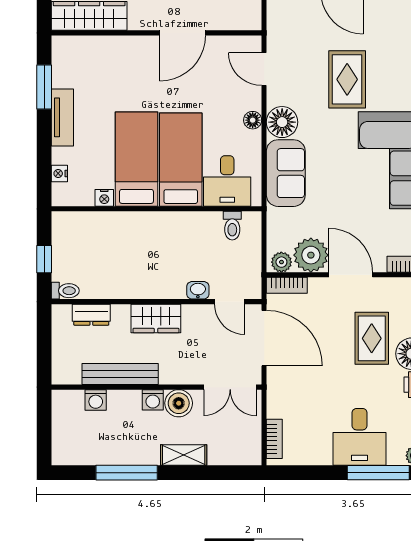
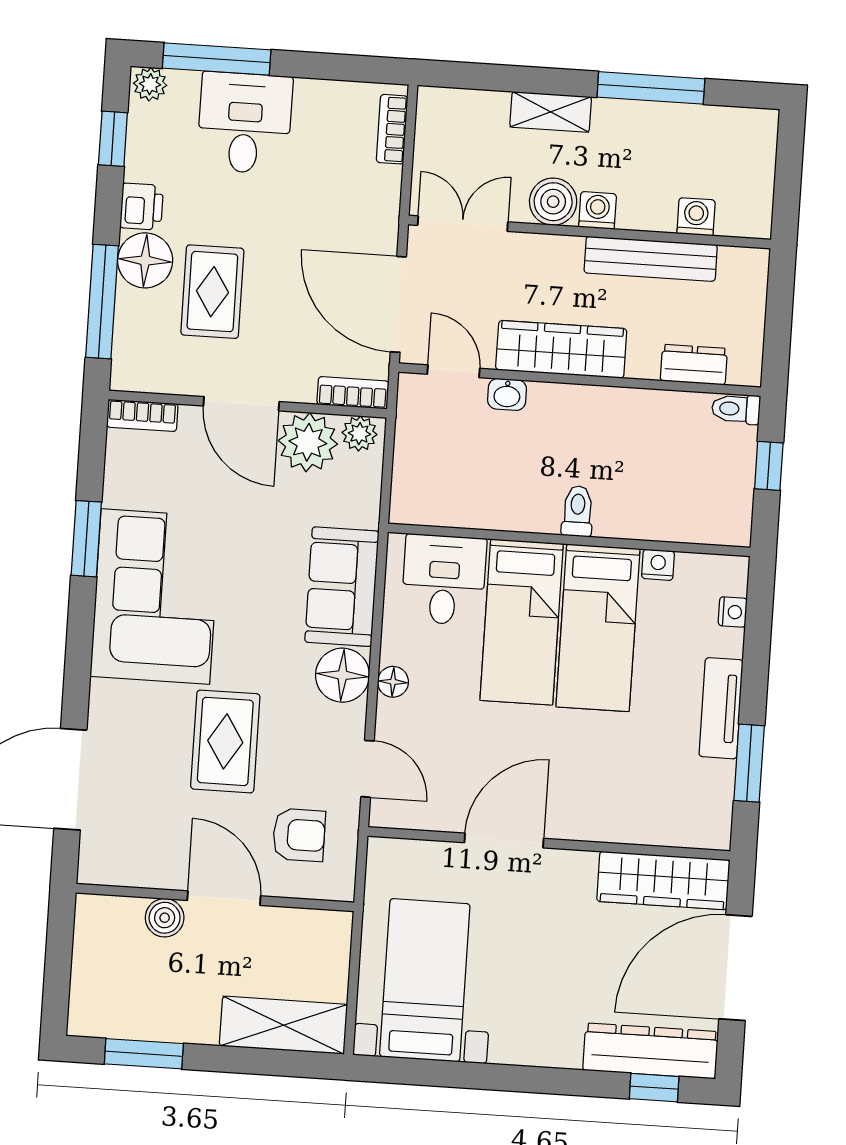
armchair: (301, 28) -> (299, 835), added
toilet: (232, 226) -> (578, 511), moved
wardrobe: (156, 318) -> (561, 349), width x1.50

